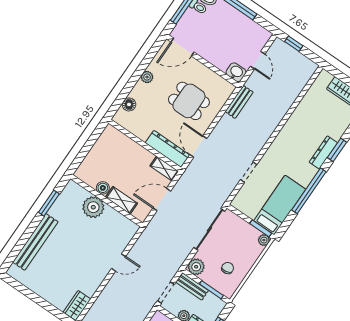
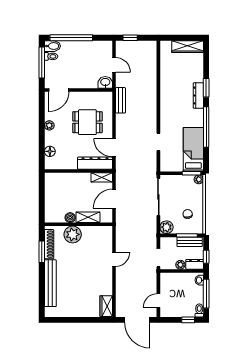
shoe rack: (62, 200) -> (49, 244), added
bench: (192, 286) -> (190, 242), moved

